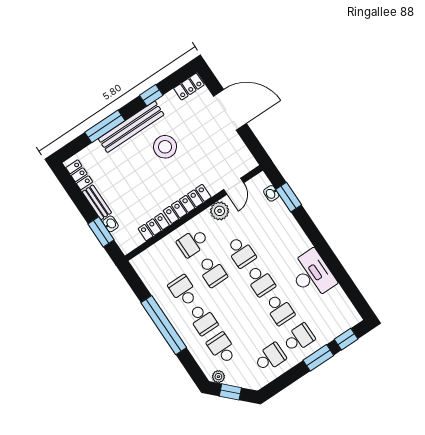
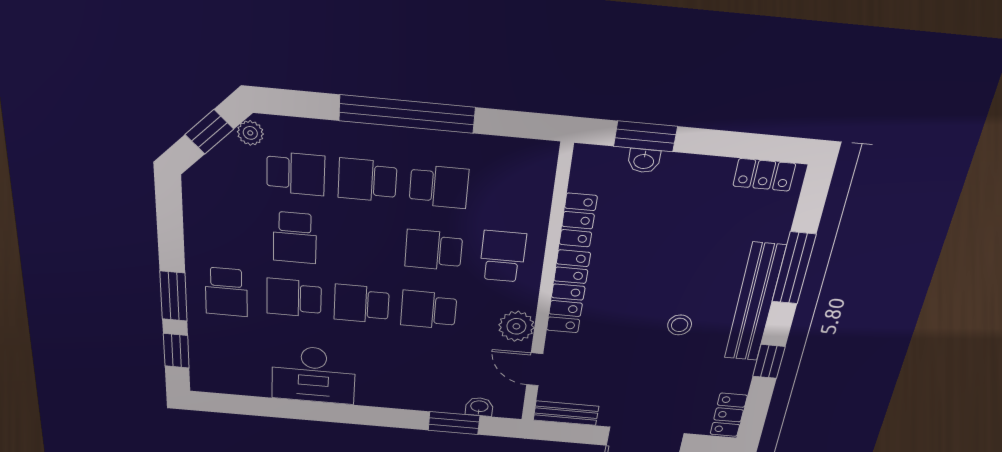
stool: (165, 147) -> (680, 325), width x0.53, depth x0.53
bench: (97, 202) -> (566, 413), moved
school desk: (270, 358) -> (295, 238), moved

